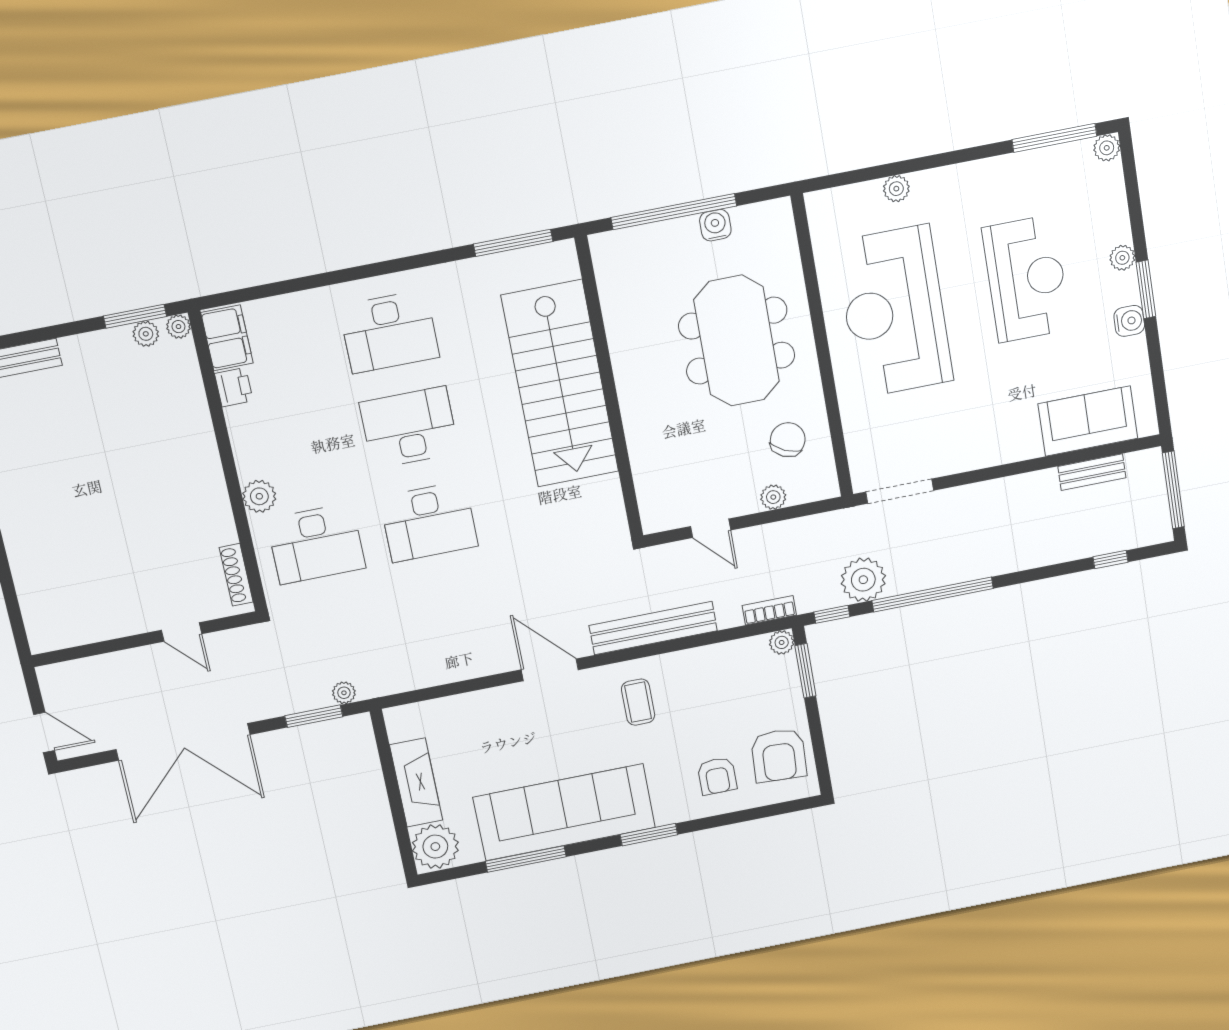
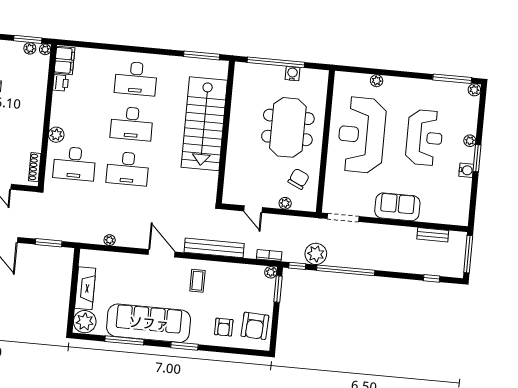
sofa: (1088, 421) -> (397, 207), moved
desk: (409, 428) -> (132, 123), turned 180
plant: (344, 693) -> (110, 240), moved

